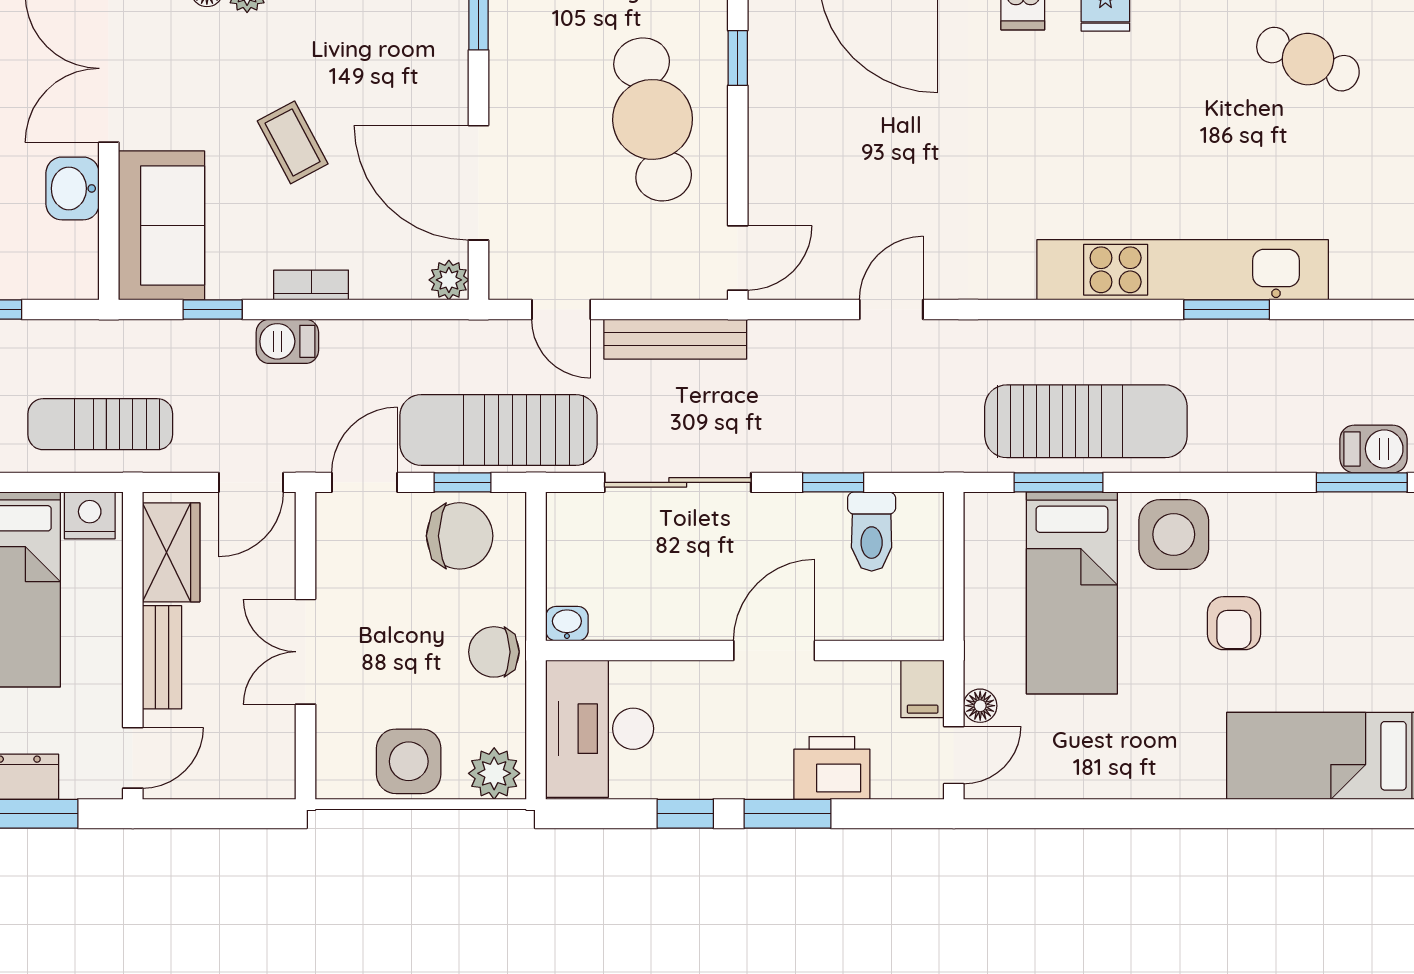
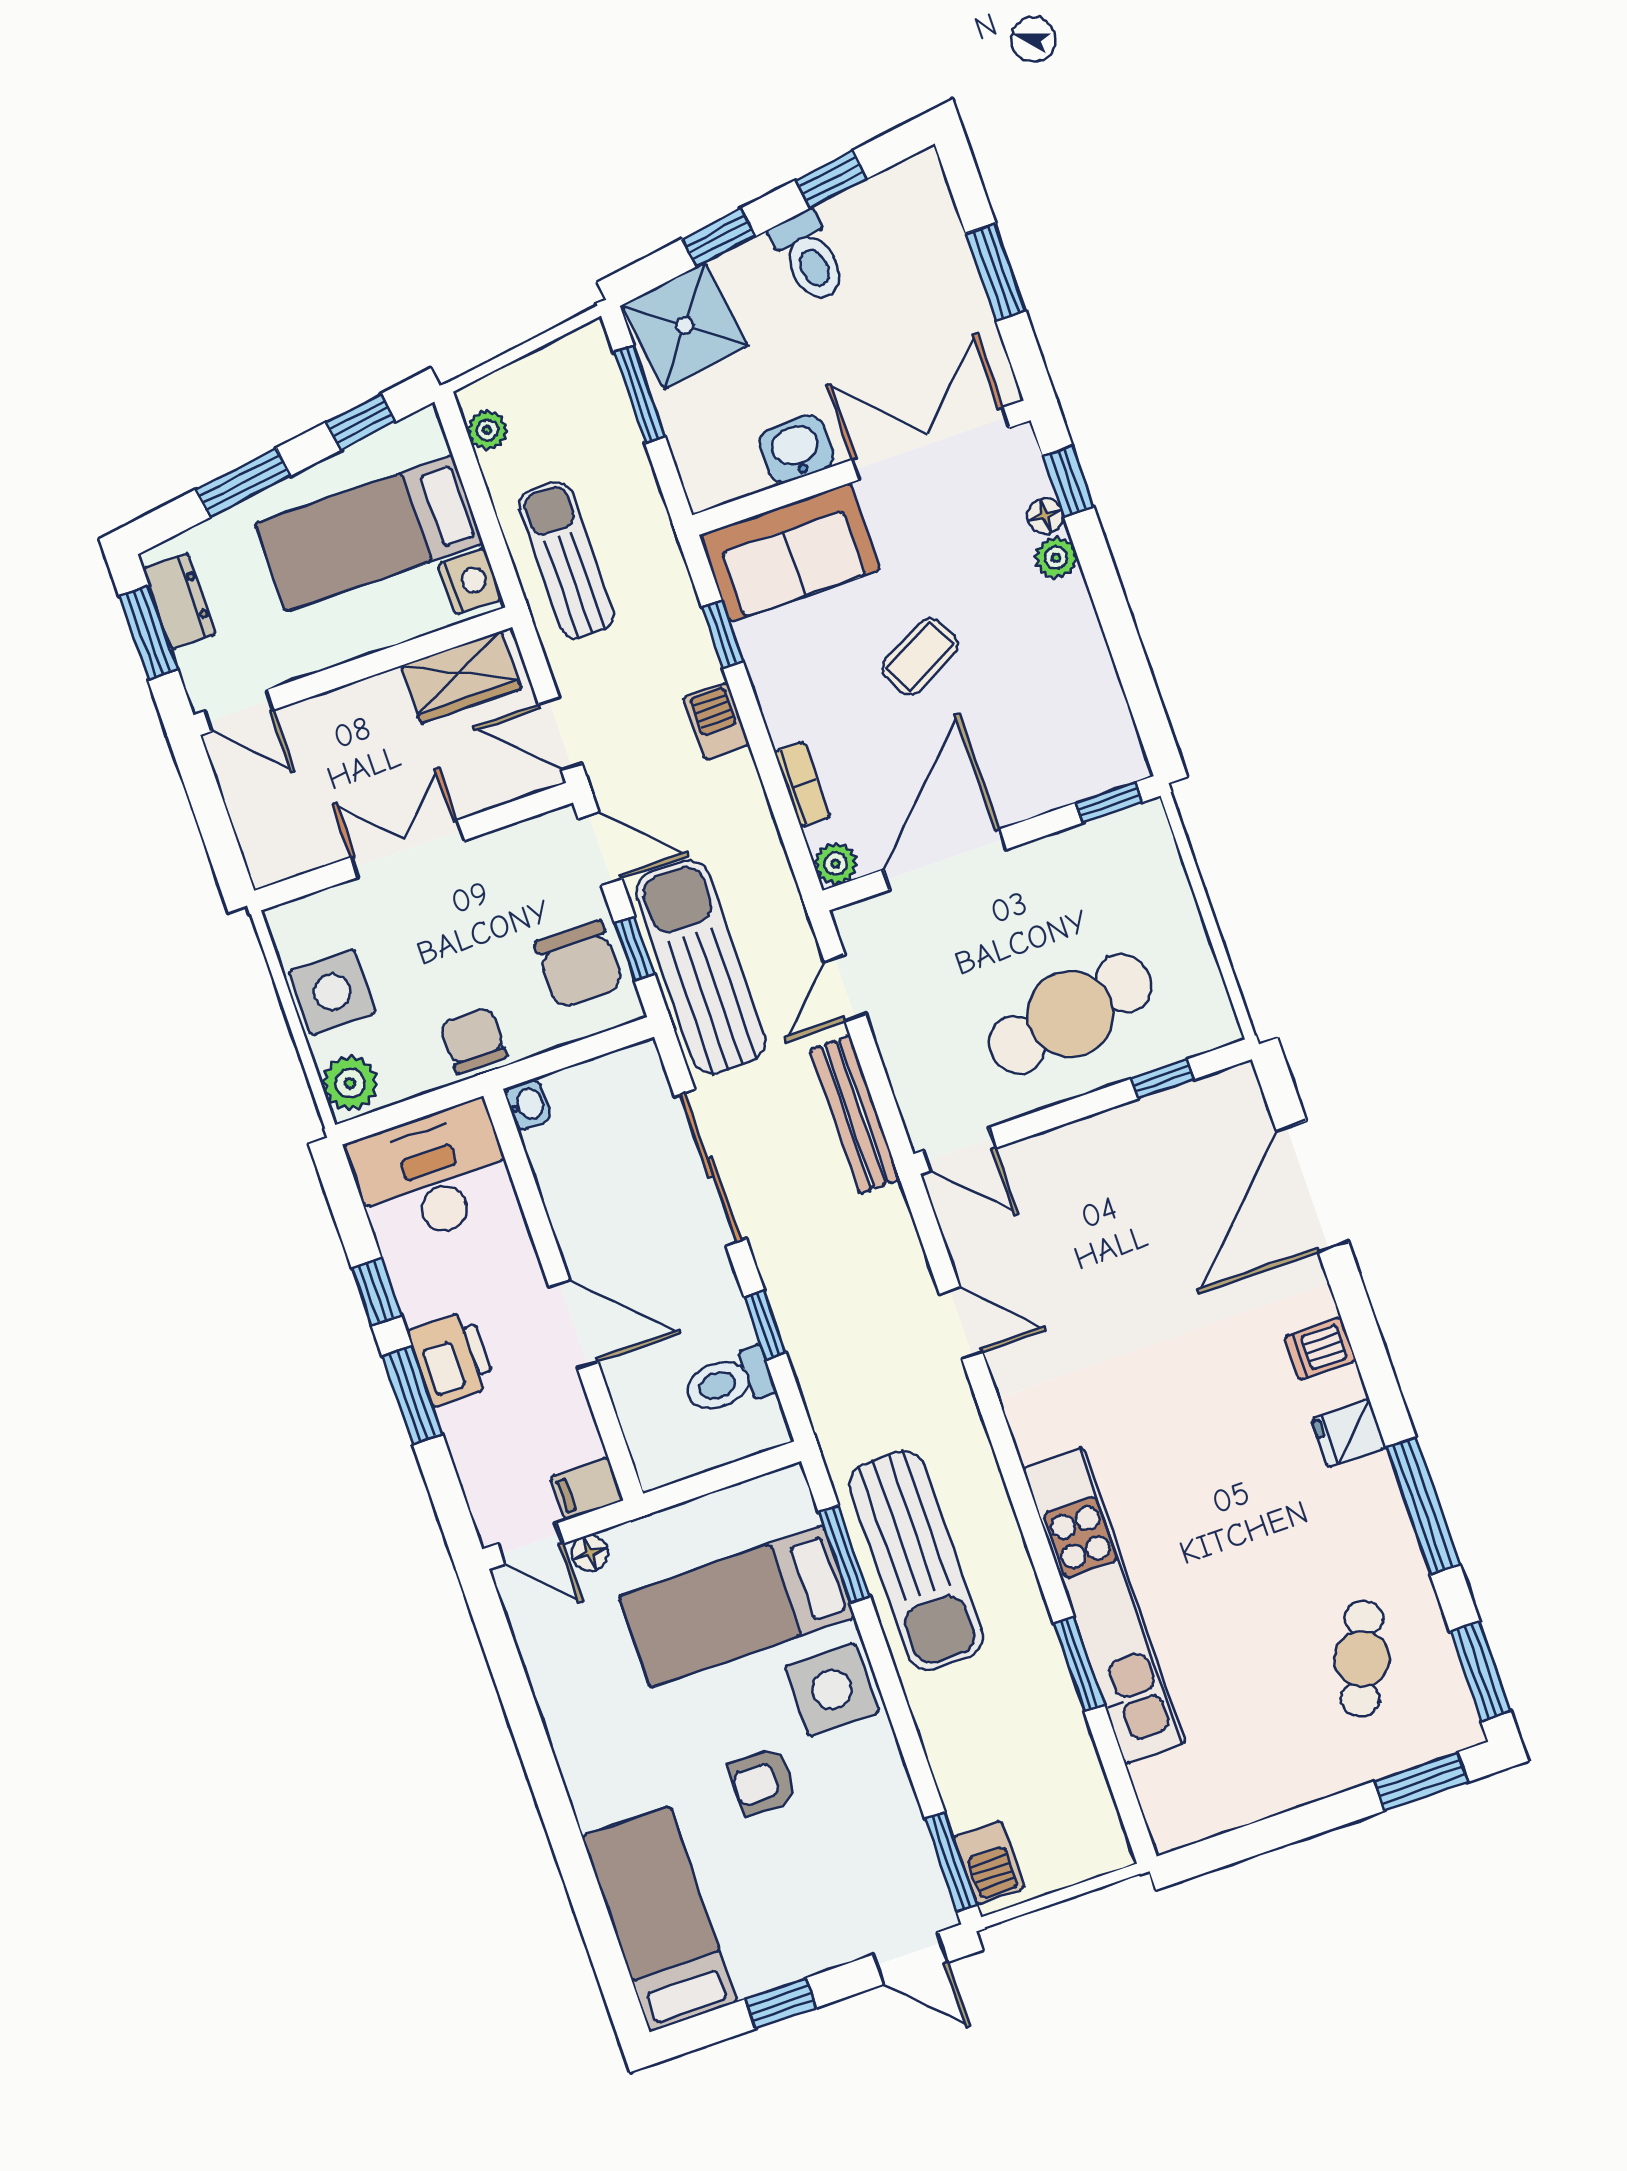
bookcase: (311, 285) -> (802, 784), moved
bench: (162, 657) -> (351, 705), removed
printer: (832, 768) -> (452, 1358), moved

